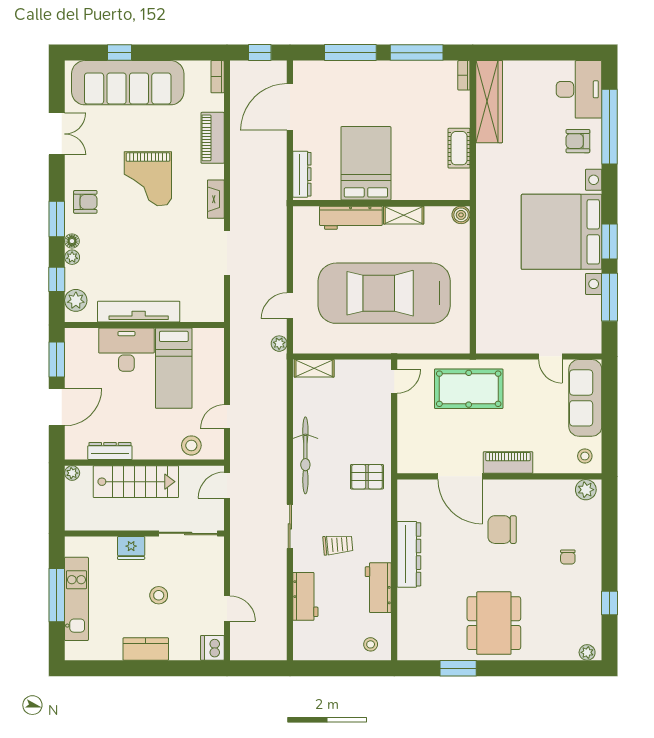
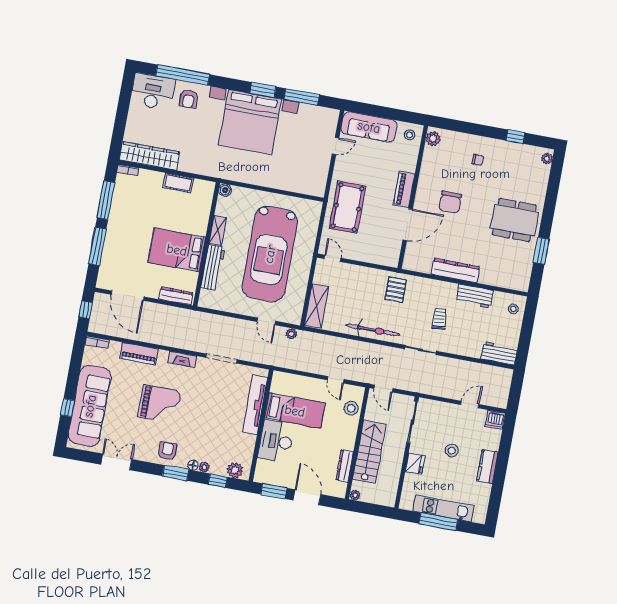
tv unit: (139, 312) -> (255, 405), moved
shelving: (314, 368) -> (317, 306), width x1.50, depth x1.33
workbench: (305, 596) -> (499, 353), moved

